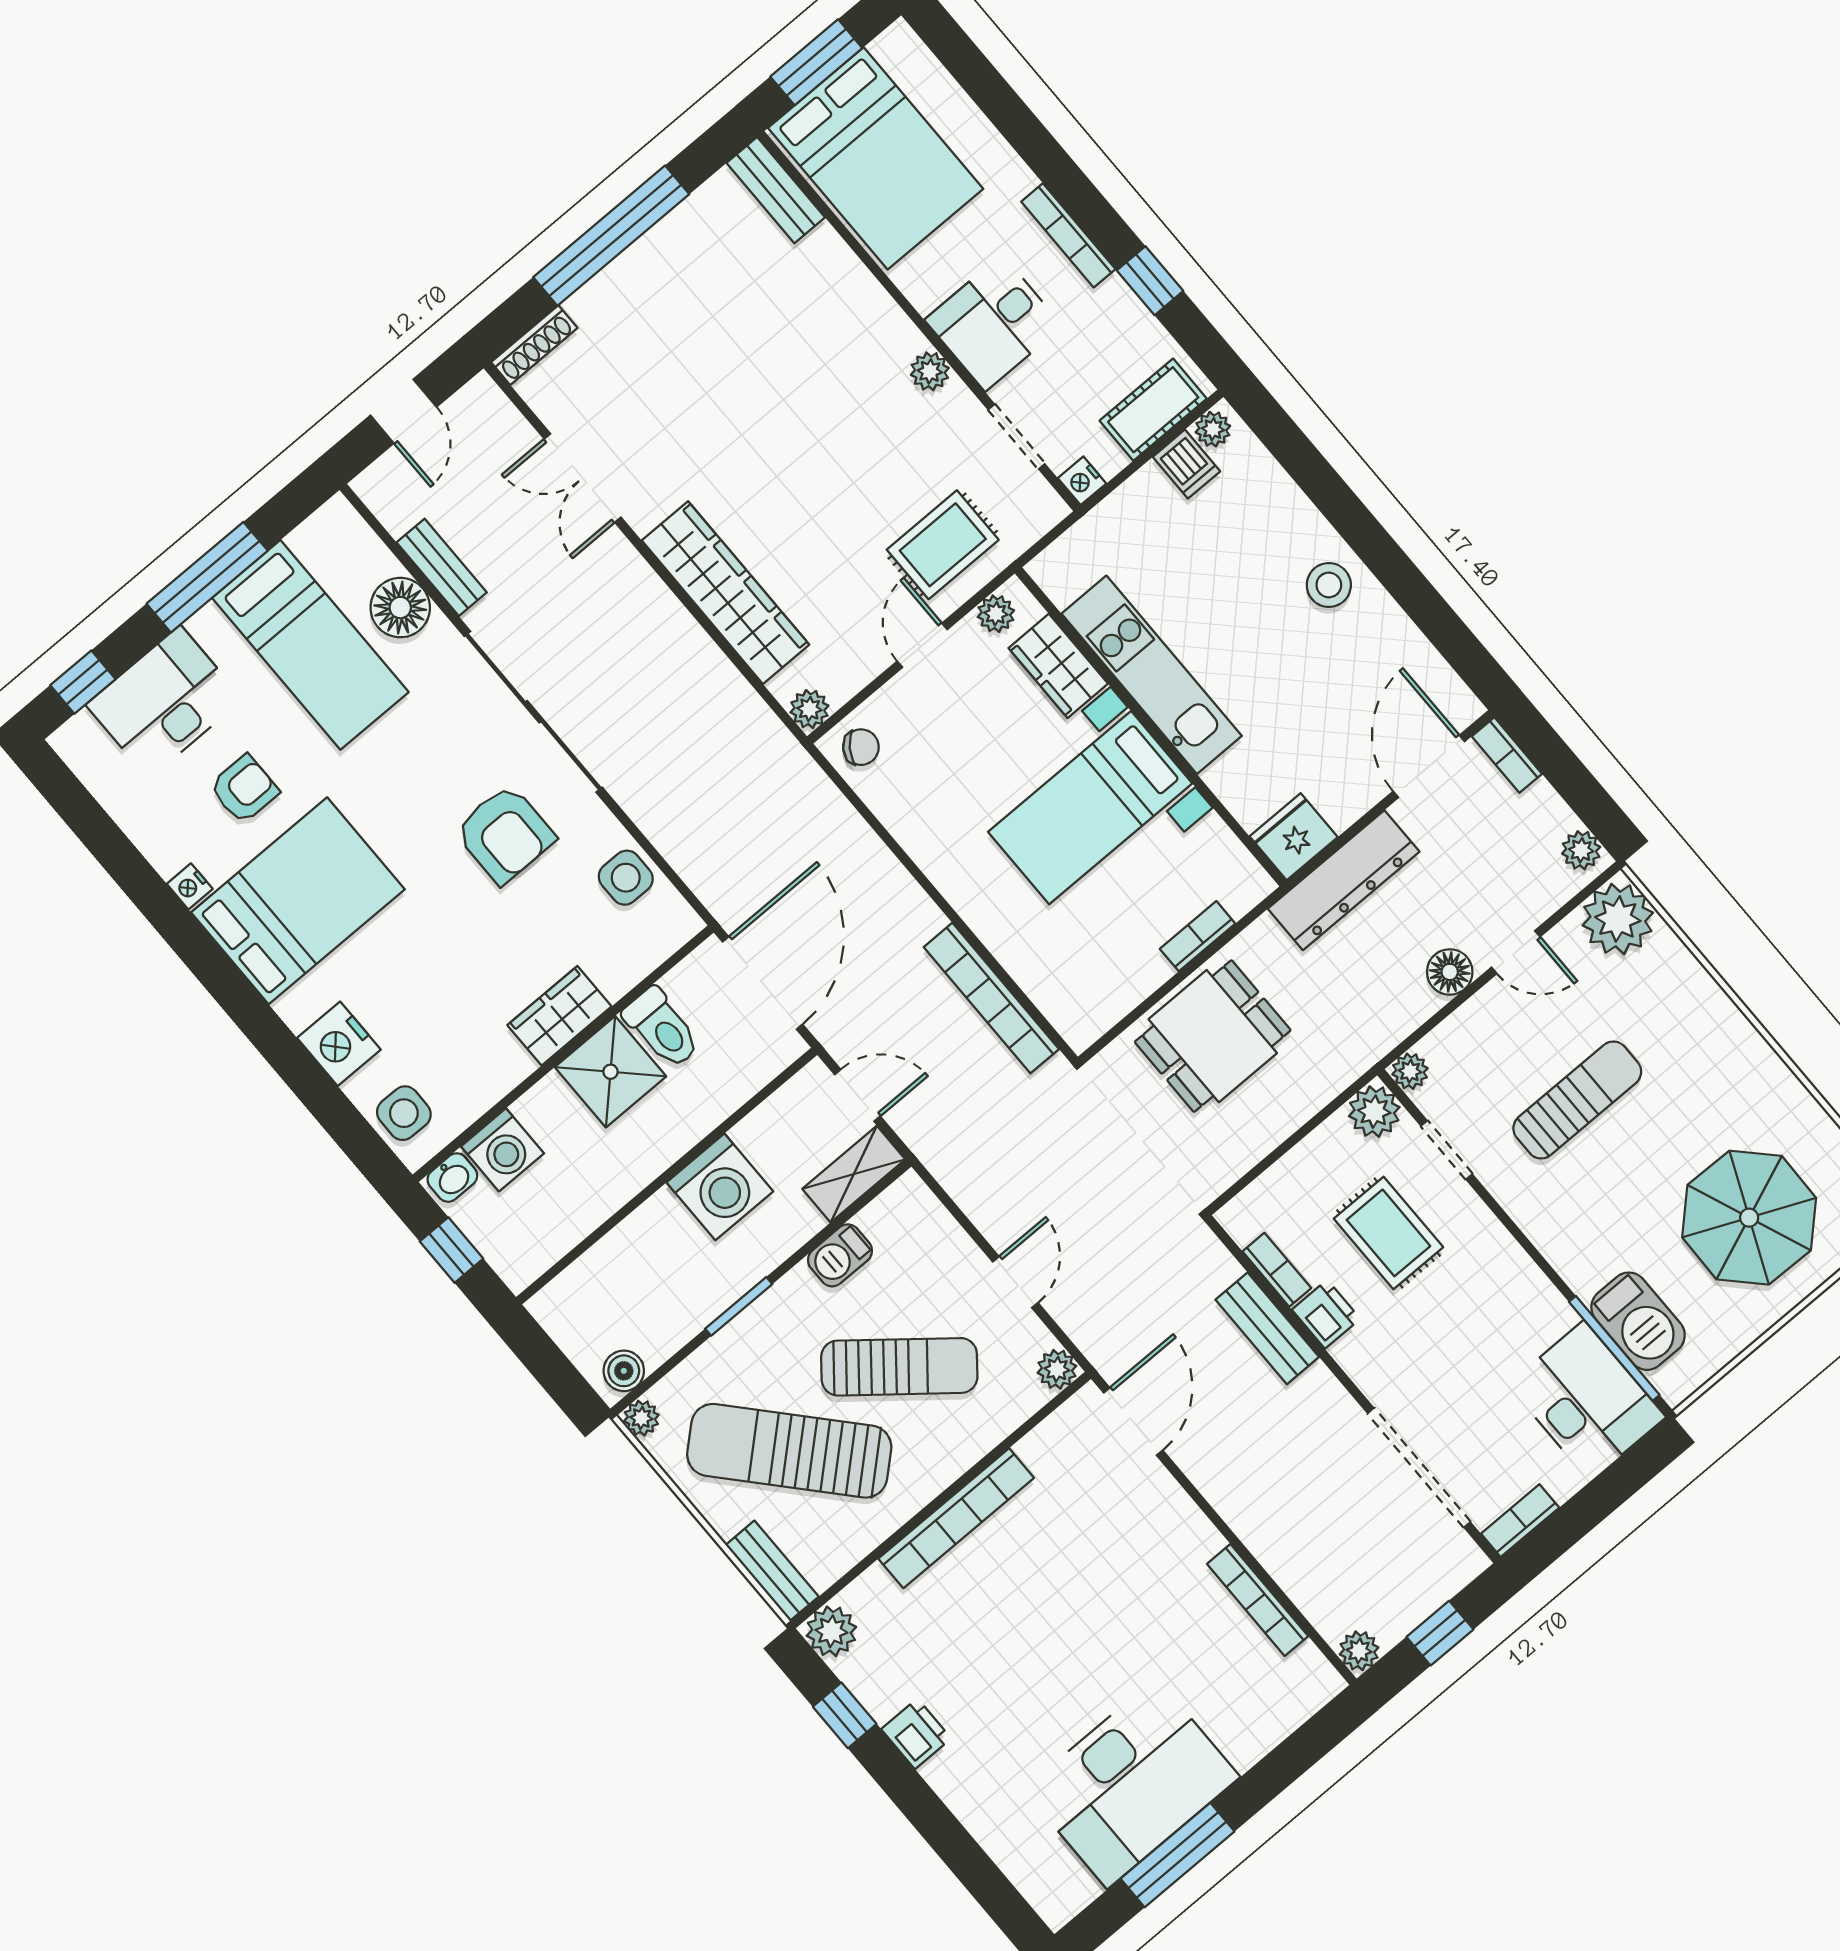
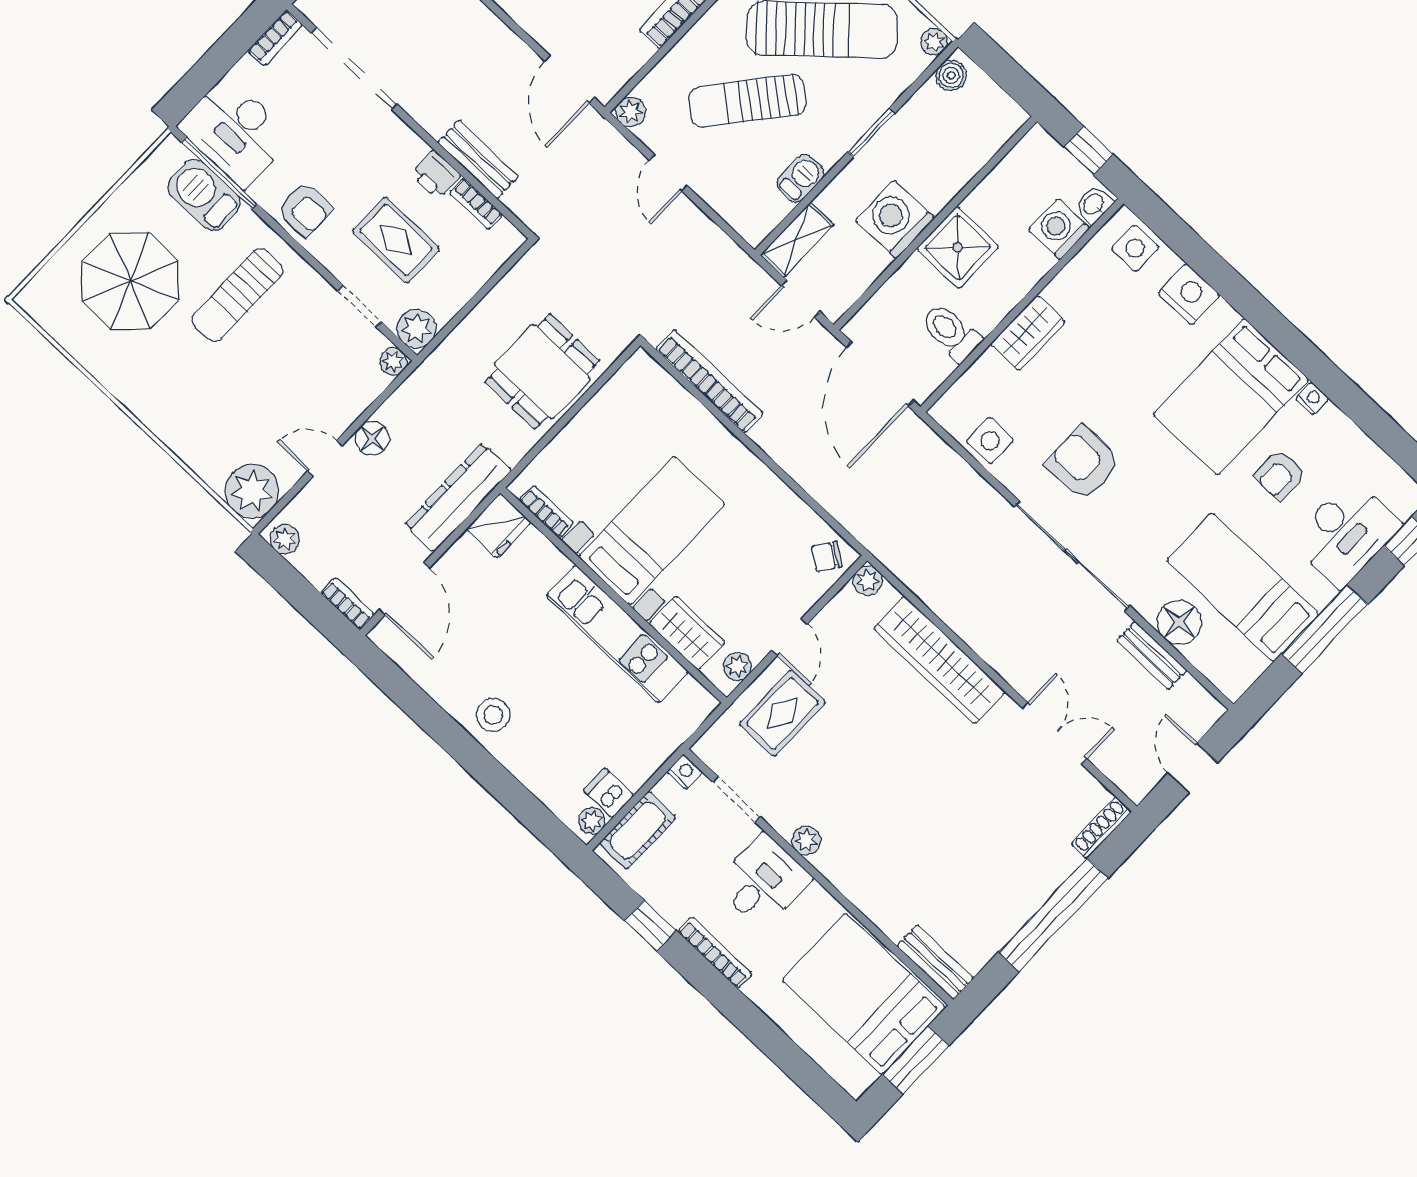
bookcase: (1198, 936) -> (546, 512), moved, turned -90
shower: (611, 1072) -> (958, 247), moved
sun lounger: (1577, 1100) -> (237, 295), moved
armchair: (1506, 1287) -> (305, 210), added

